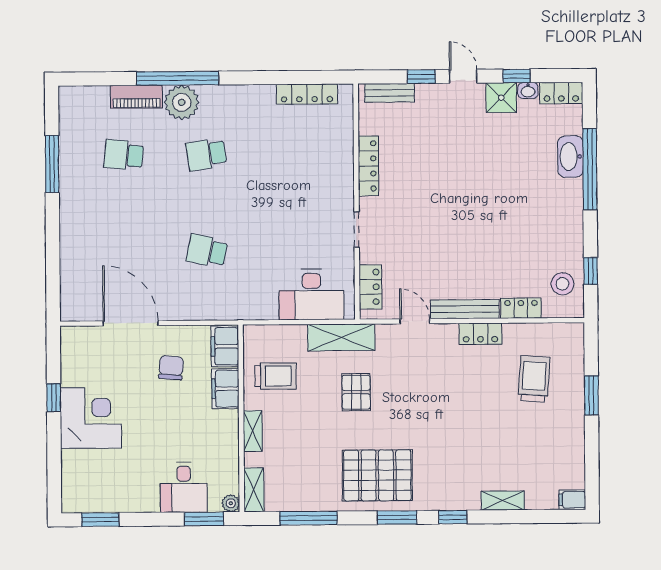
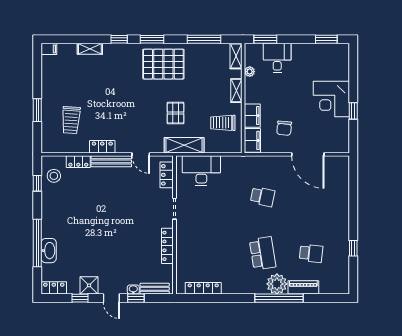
washbasin: (528, 91) -> (133, 289), moved
school desk: (206, 154) -> (263, 253), width x1.85
window: (52, 164) -> (353, 248), width x0.46
plant: (231, 503) -> (250, 72), moved

